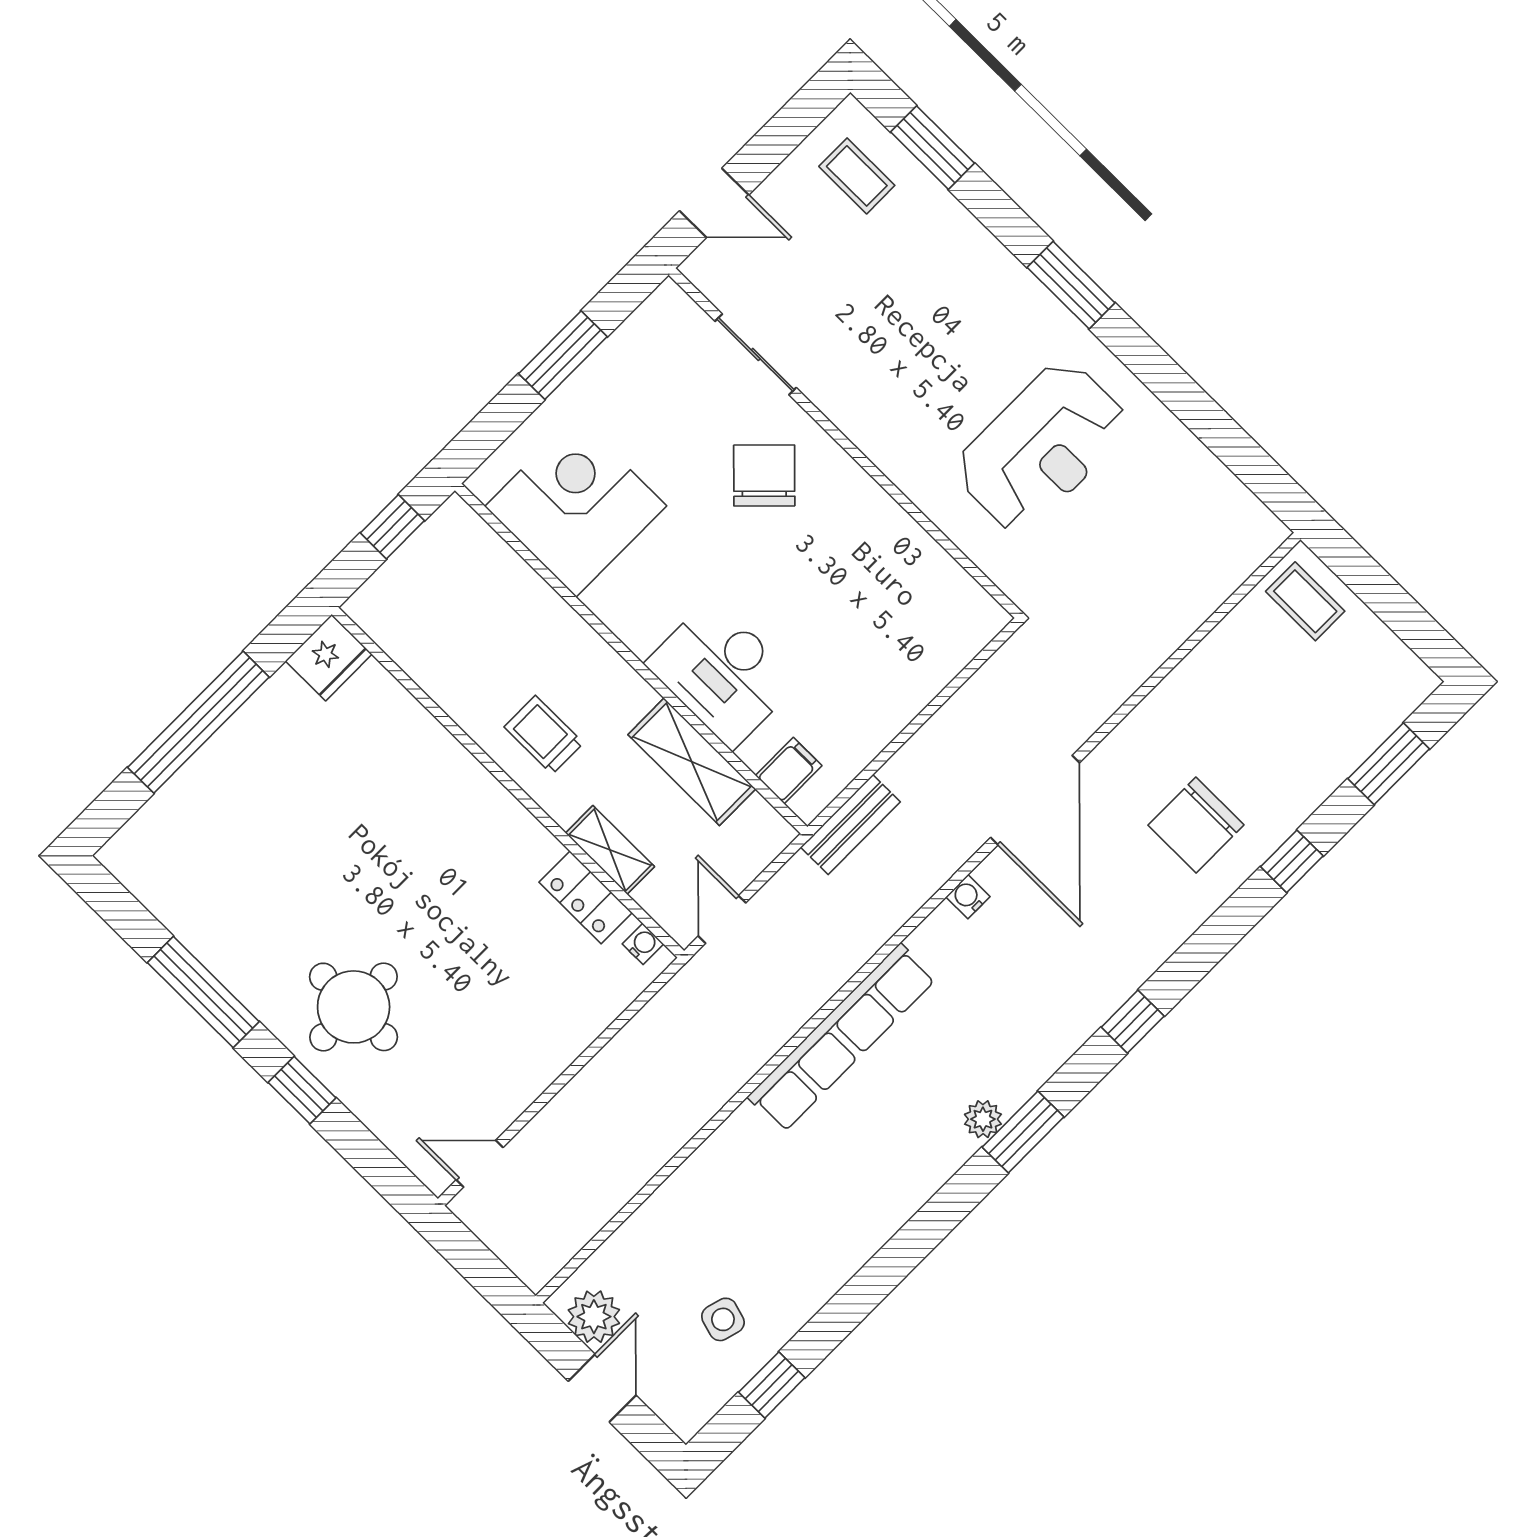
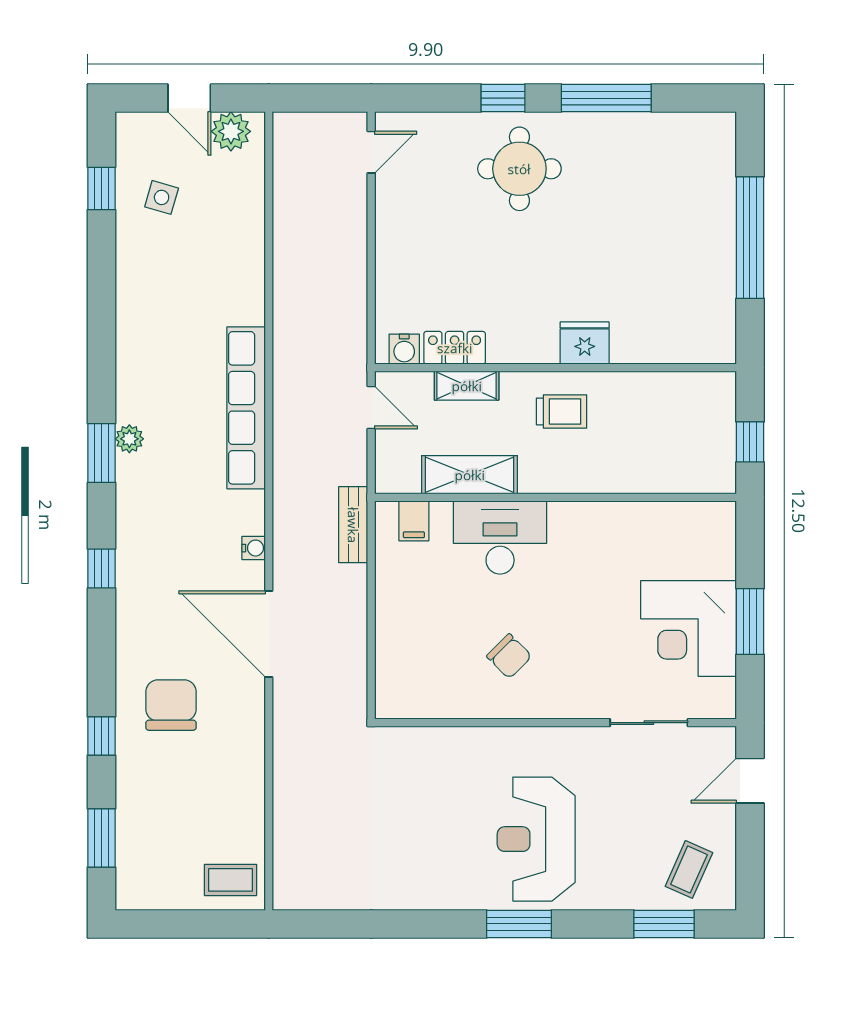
coffee table: (857, 176) -> (689, 869), turned -66
reception desk: (1042, 447) -> (536, 839), moved
chair: (764, 476) -> (509, 656), moved, width x0.73, depth x0.73
corner desk: (576, 506) -> (688, 628), moved, turned 90
fridge: (329, 658) -> (585, 343), moved, turned 90
water cooler: (643, 944) -> (404, 349), width x1.38, depth x1.38

